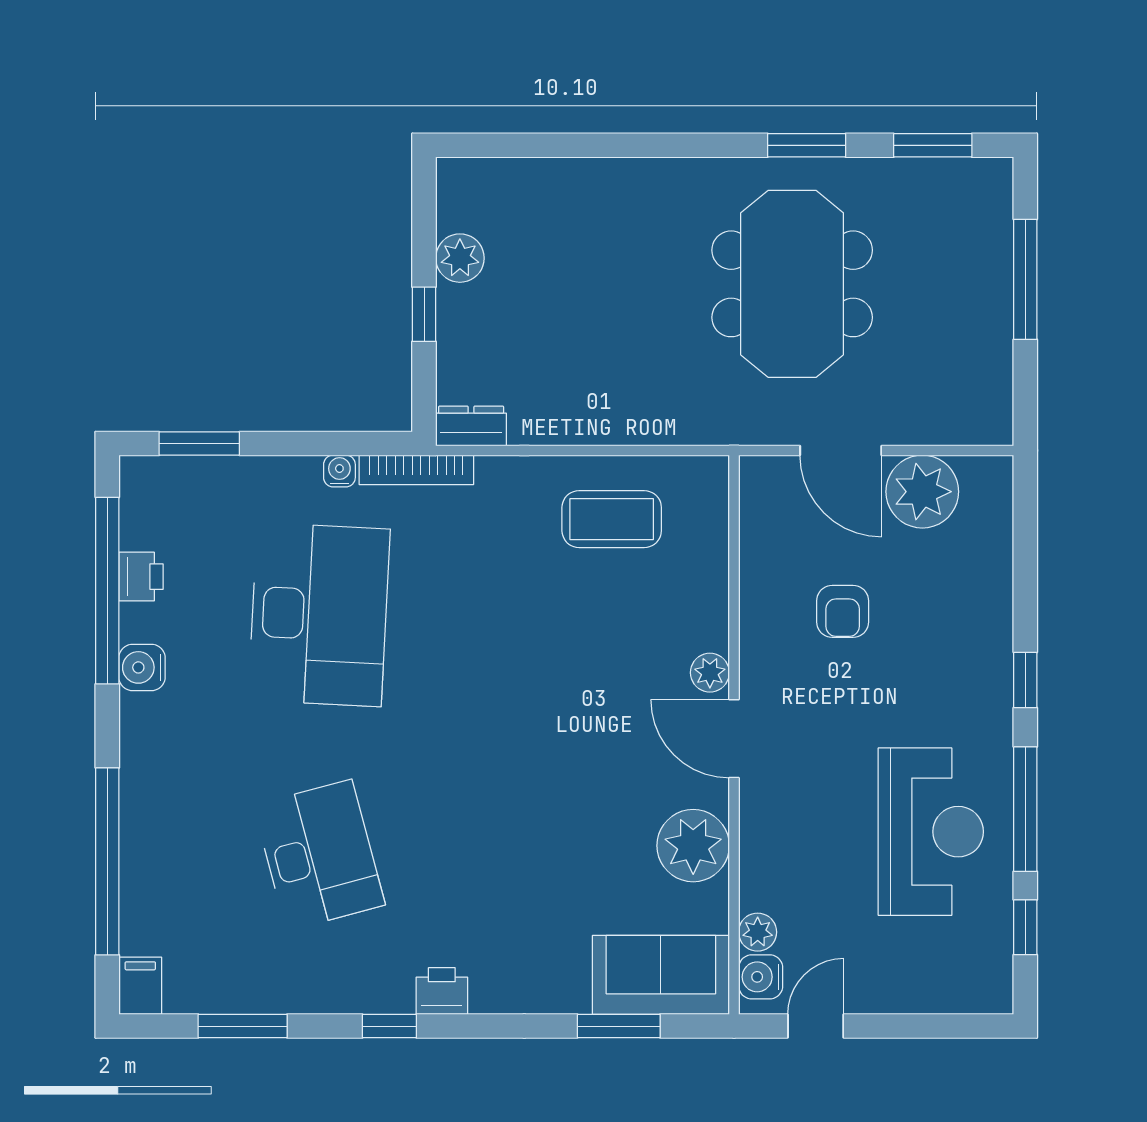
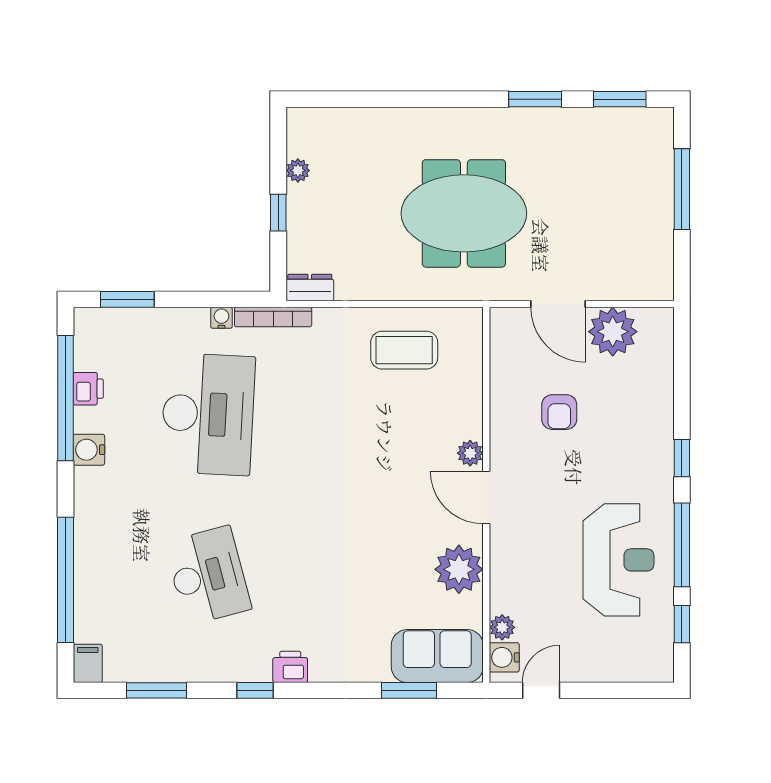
plant: (460, 258) -> (298, 170), width x0.73, depth x0.73
meeting table: (792, 284) -> (464, 213), moved, turned 90

